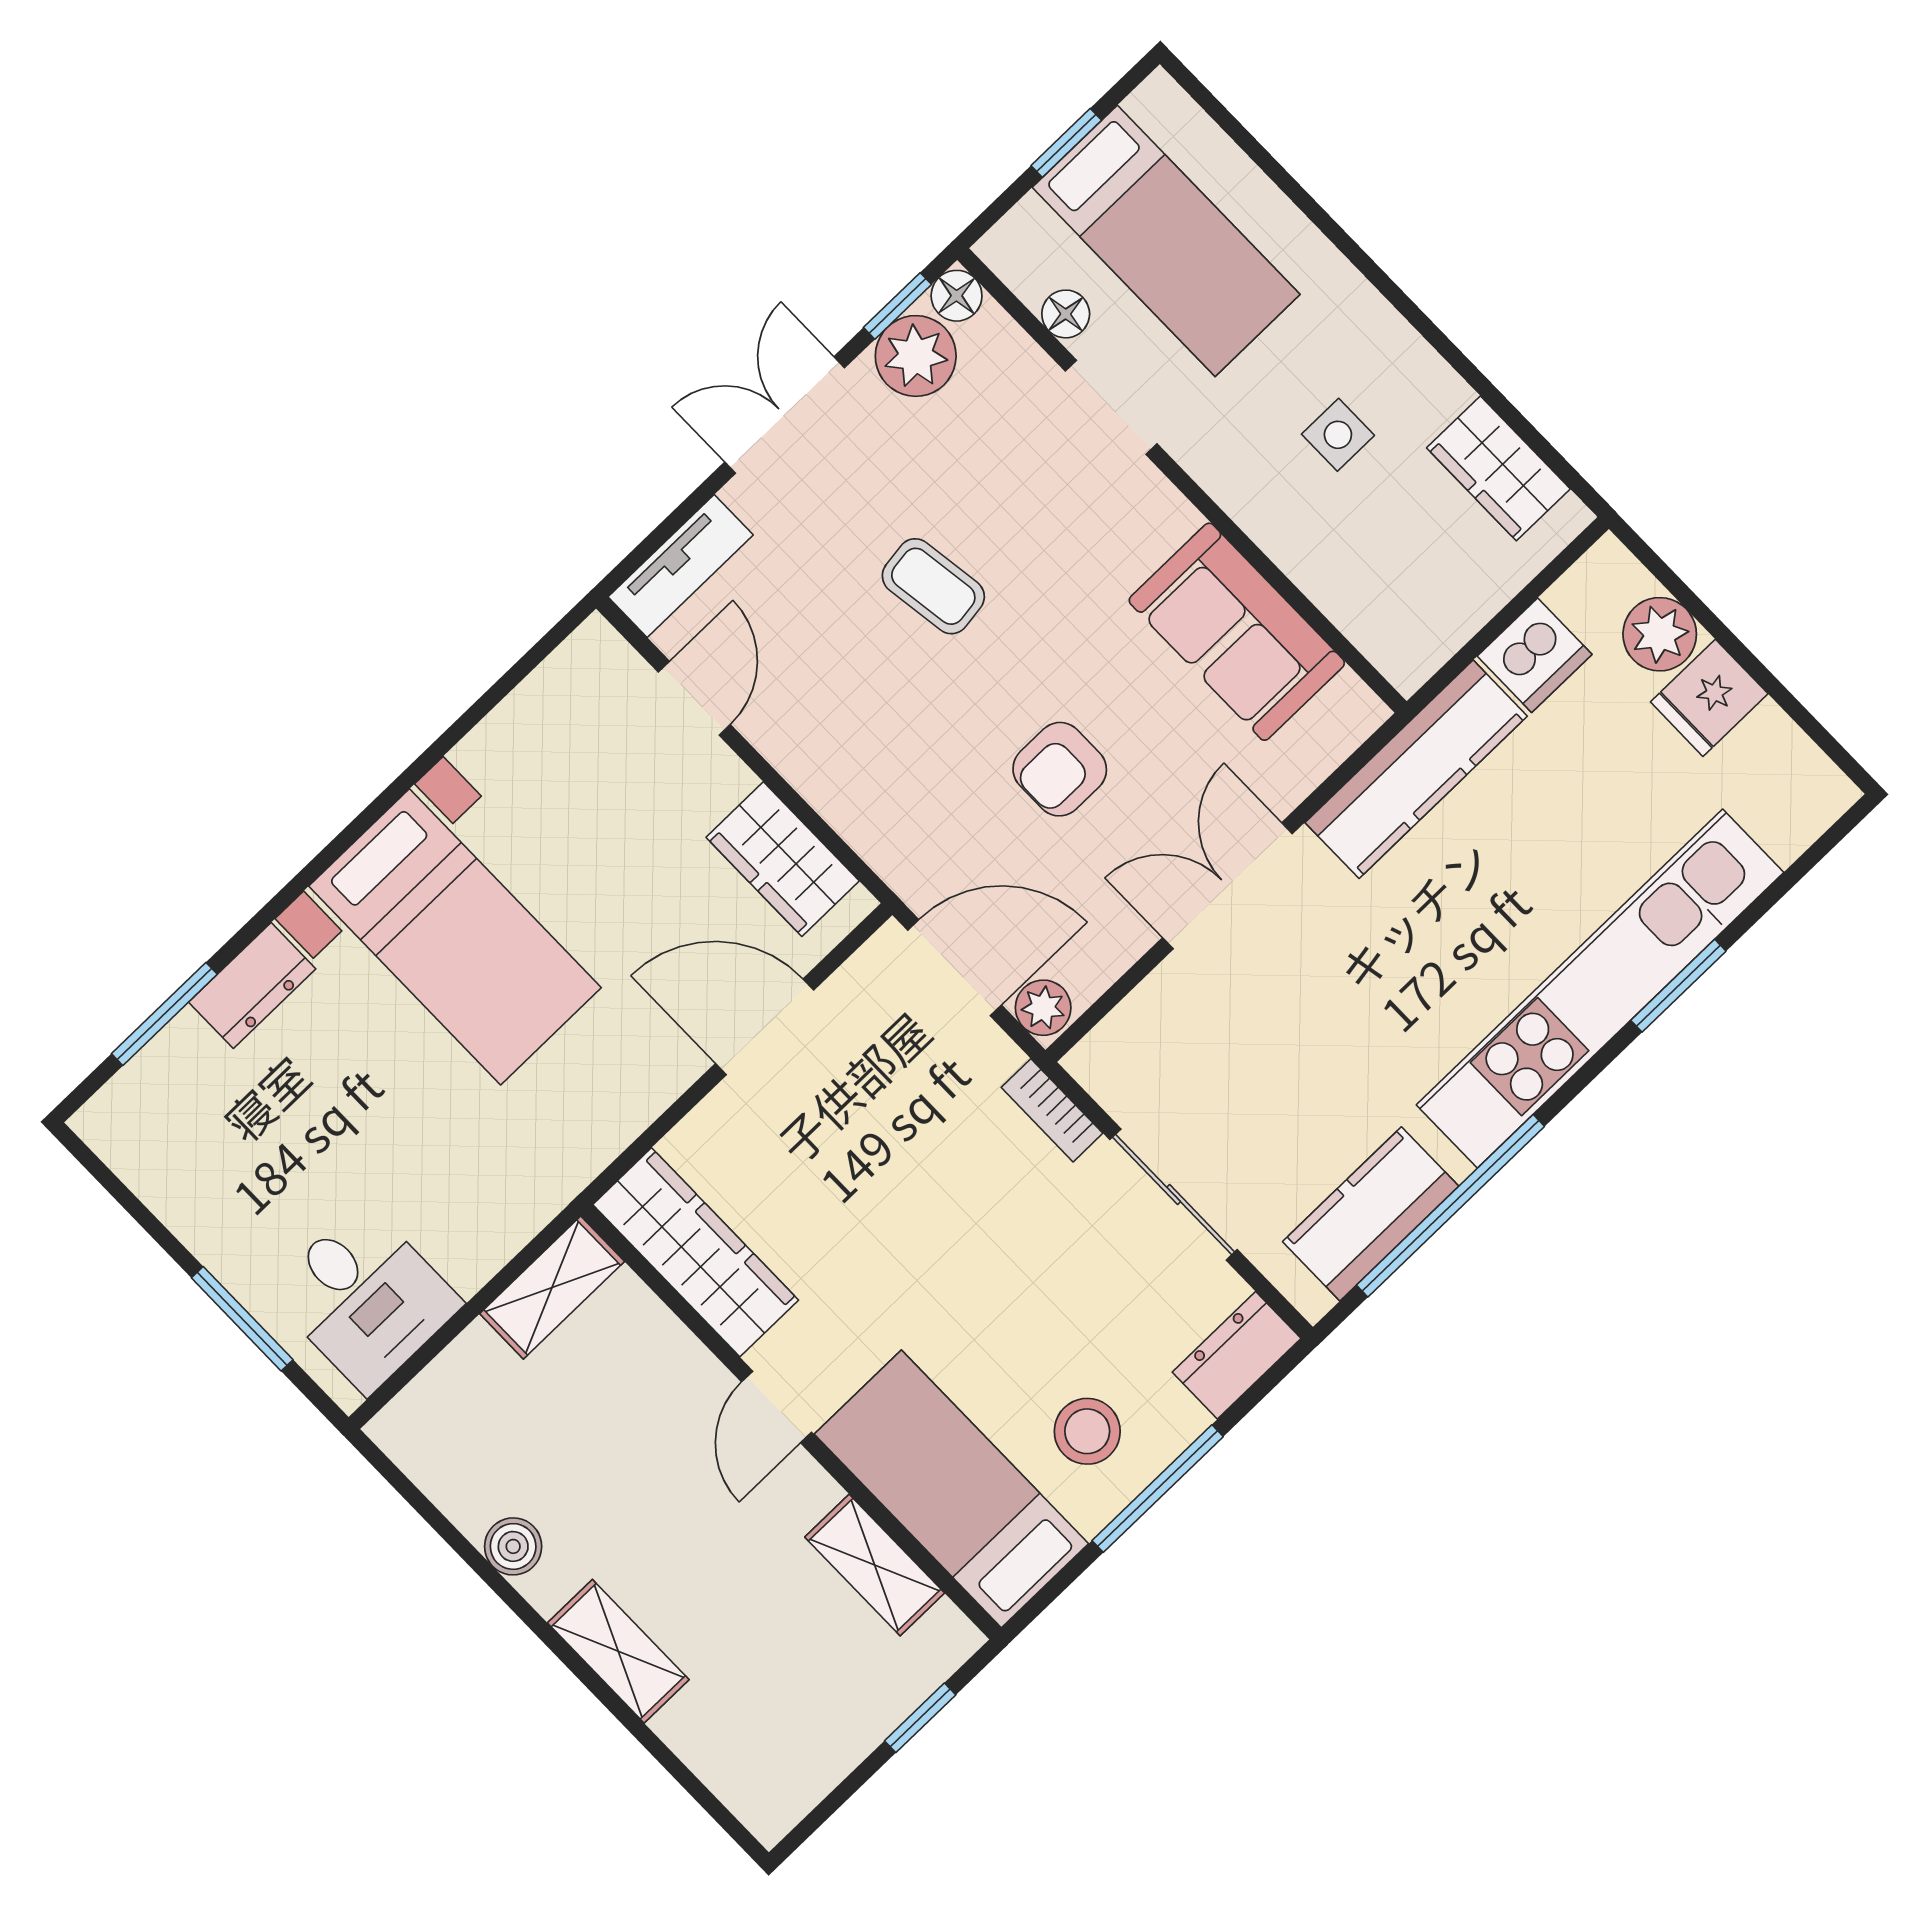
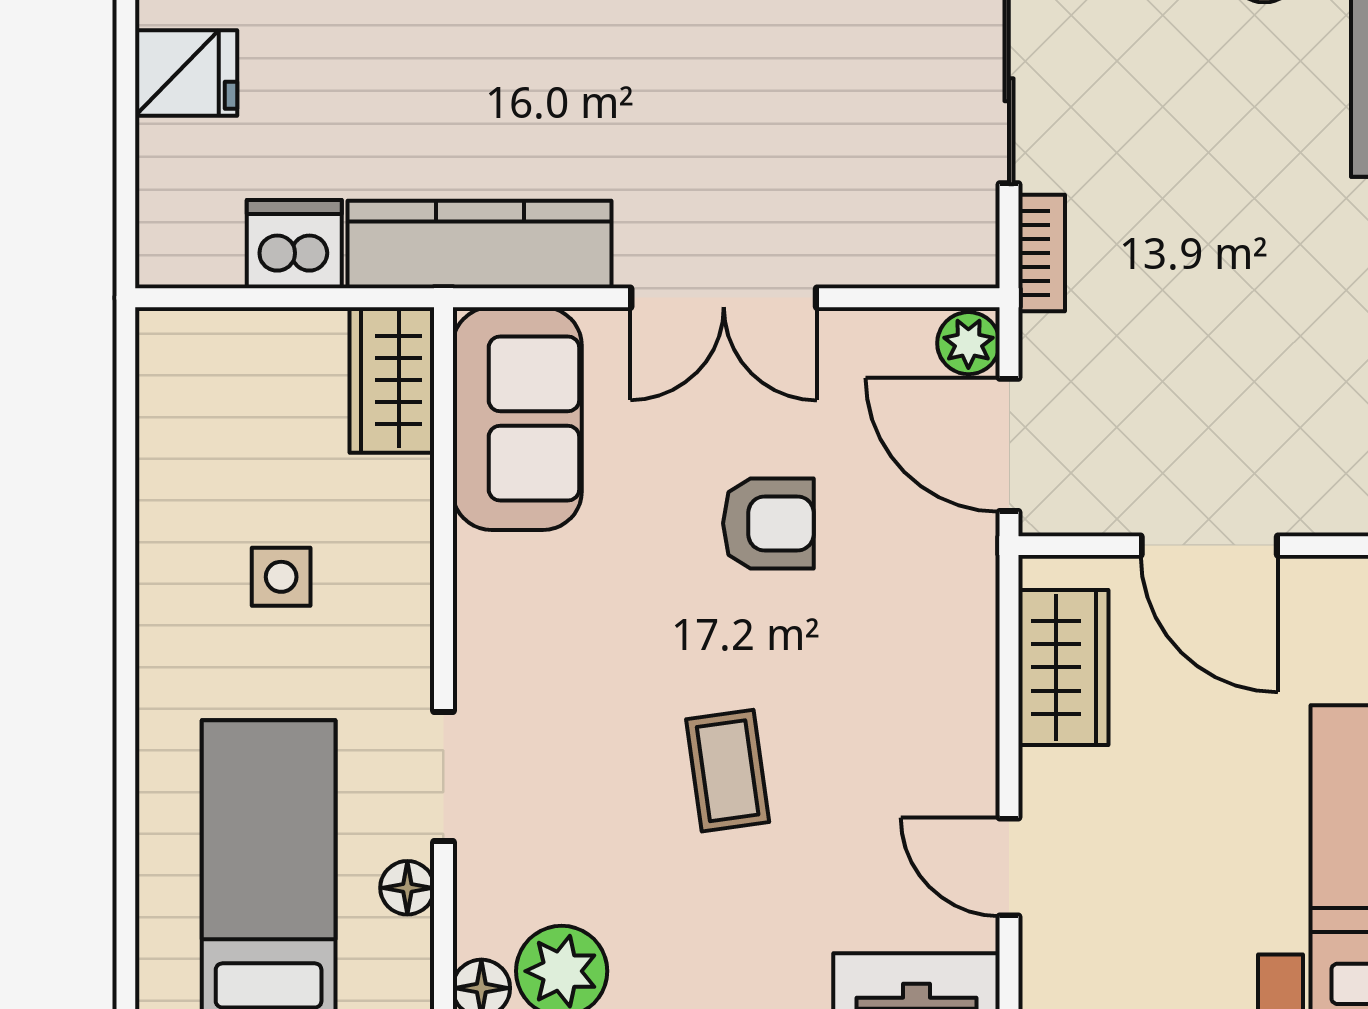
wardrobe: (1498, 468) -> (392, 380), moved, turned 180
sofa: (1237, 632) -> (517, 419), moved
plant: (1660, 634) -> (176, 163), removed
door: (694, 698) -> (1009, 867), hinge flipped

